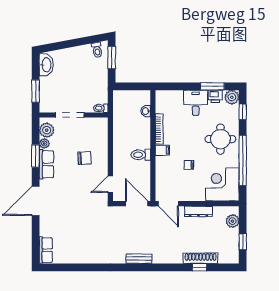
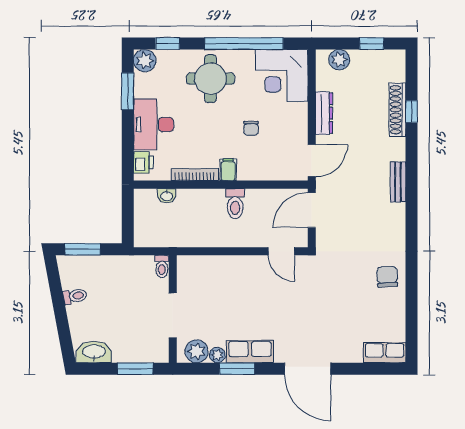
toilet: (97, 50) -> (75, 296), moved
printer: (215, 96) -> (143, 162), moved
desk: (196, 103) -> (154, 124), width x1.37
chair: (85, 158) -> (387, 277), moved
bench: (139, 259) -> (398, 182), moved

